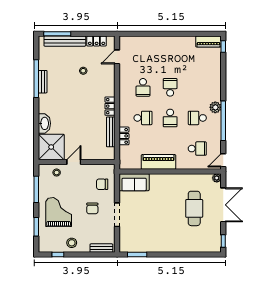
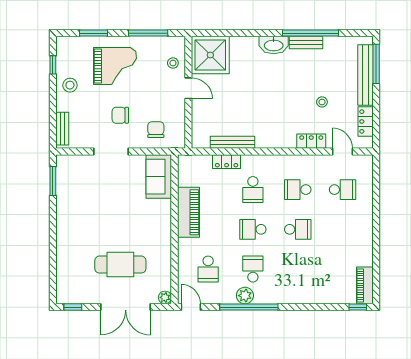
school desk: (143, 57) -> (343, 190), added
locker: (110, 106) -> (311, 141), moved
plant: (215, 107) -> (245, 296), moved
washbasin: (44, 123) -> (274, 45), moved

